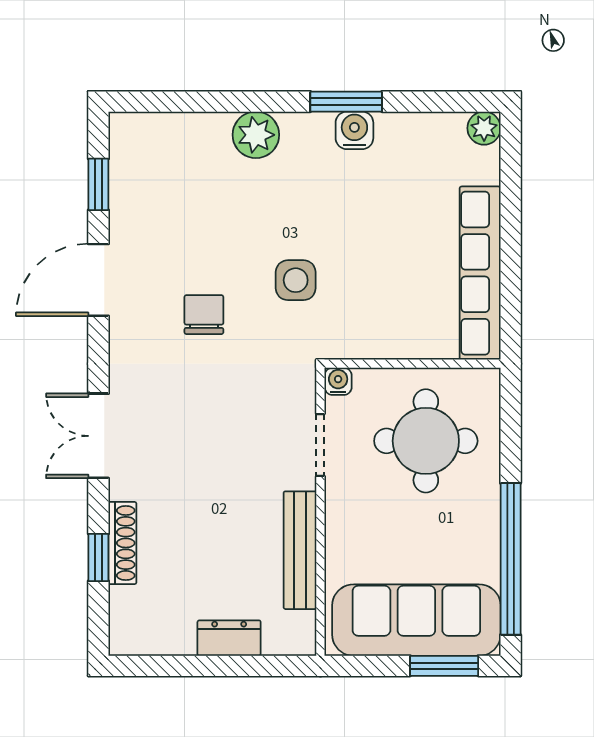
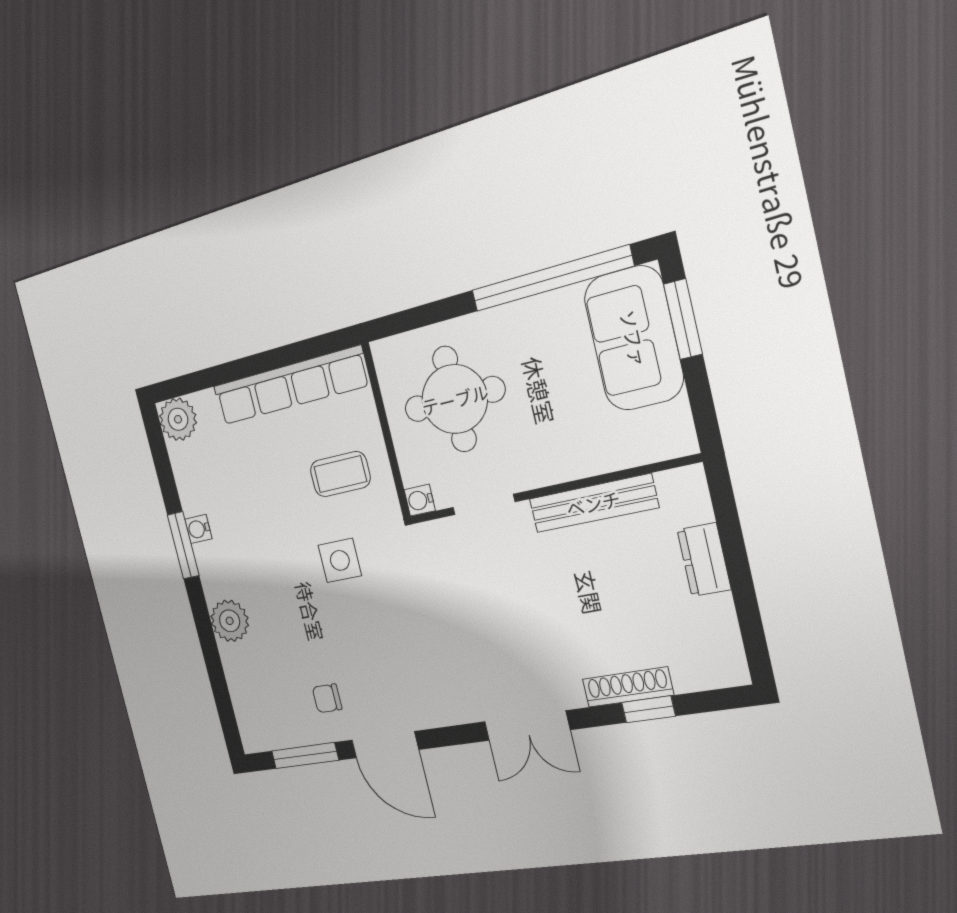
plant: (484, 128) -> (178, 419), width x1.38, depth x1.38
water cooler: (354, 130) -> (198, 529), width x0.72, depth x0.72
window: (98, 184) -> (305, 756), width x1.50
coffee table: (381, 304) -> (340, 474), added
chair: (204, 315) -> (327, 698), moved, width x0.73, depth x0.73
sofa: (416, 620) -> (634, 338), width x0.73

